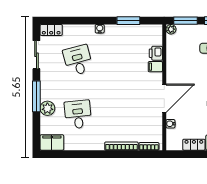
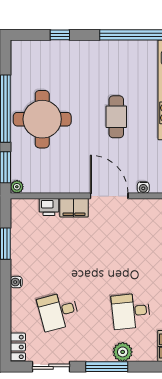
filing cabinet: (155, 67) -> (74, 208), width x2.00

